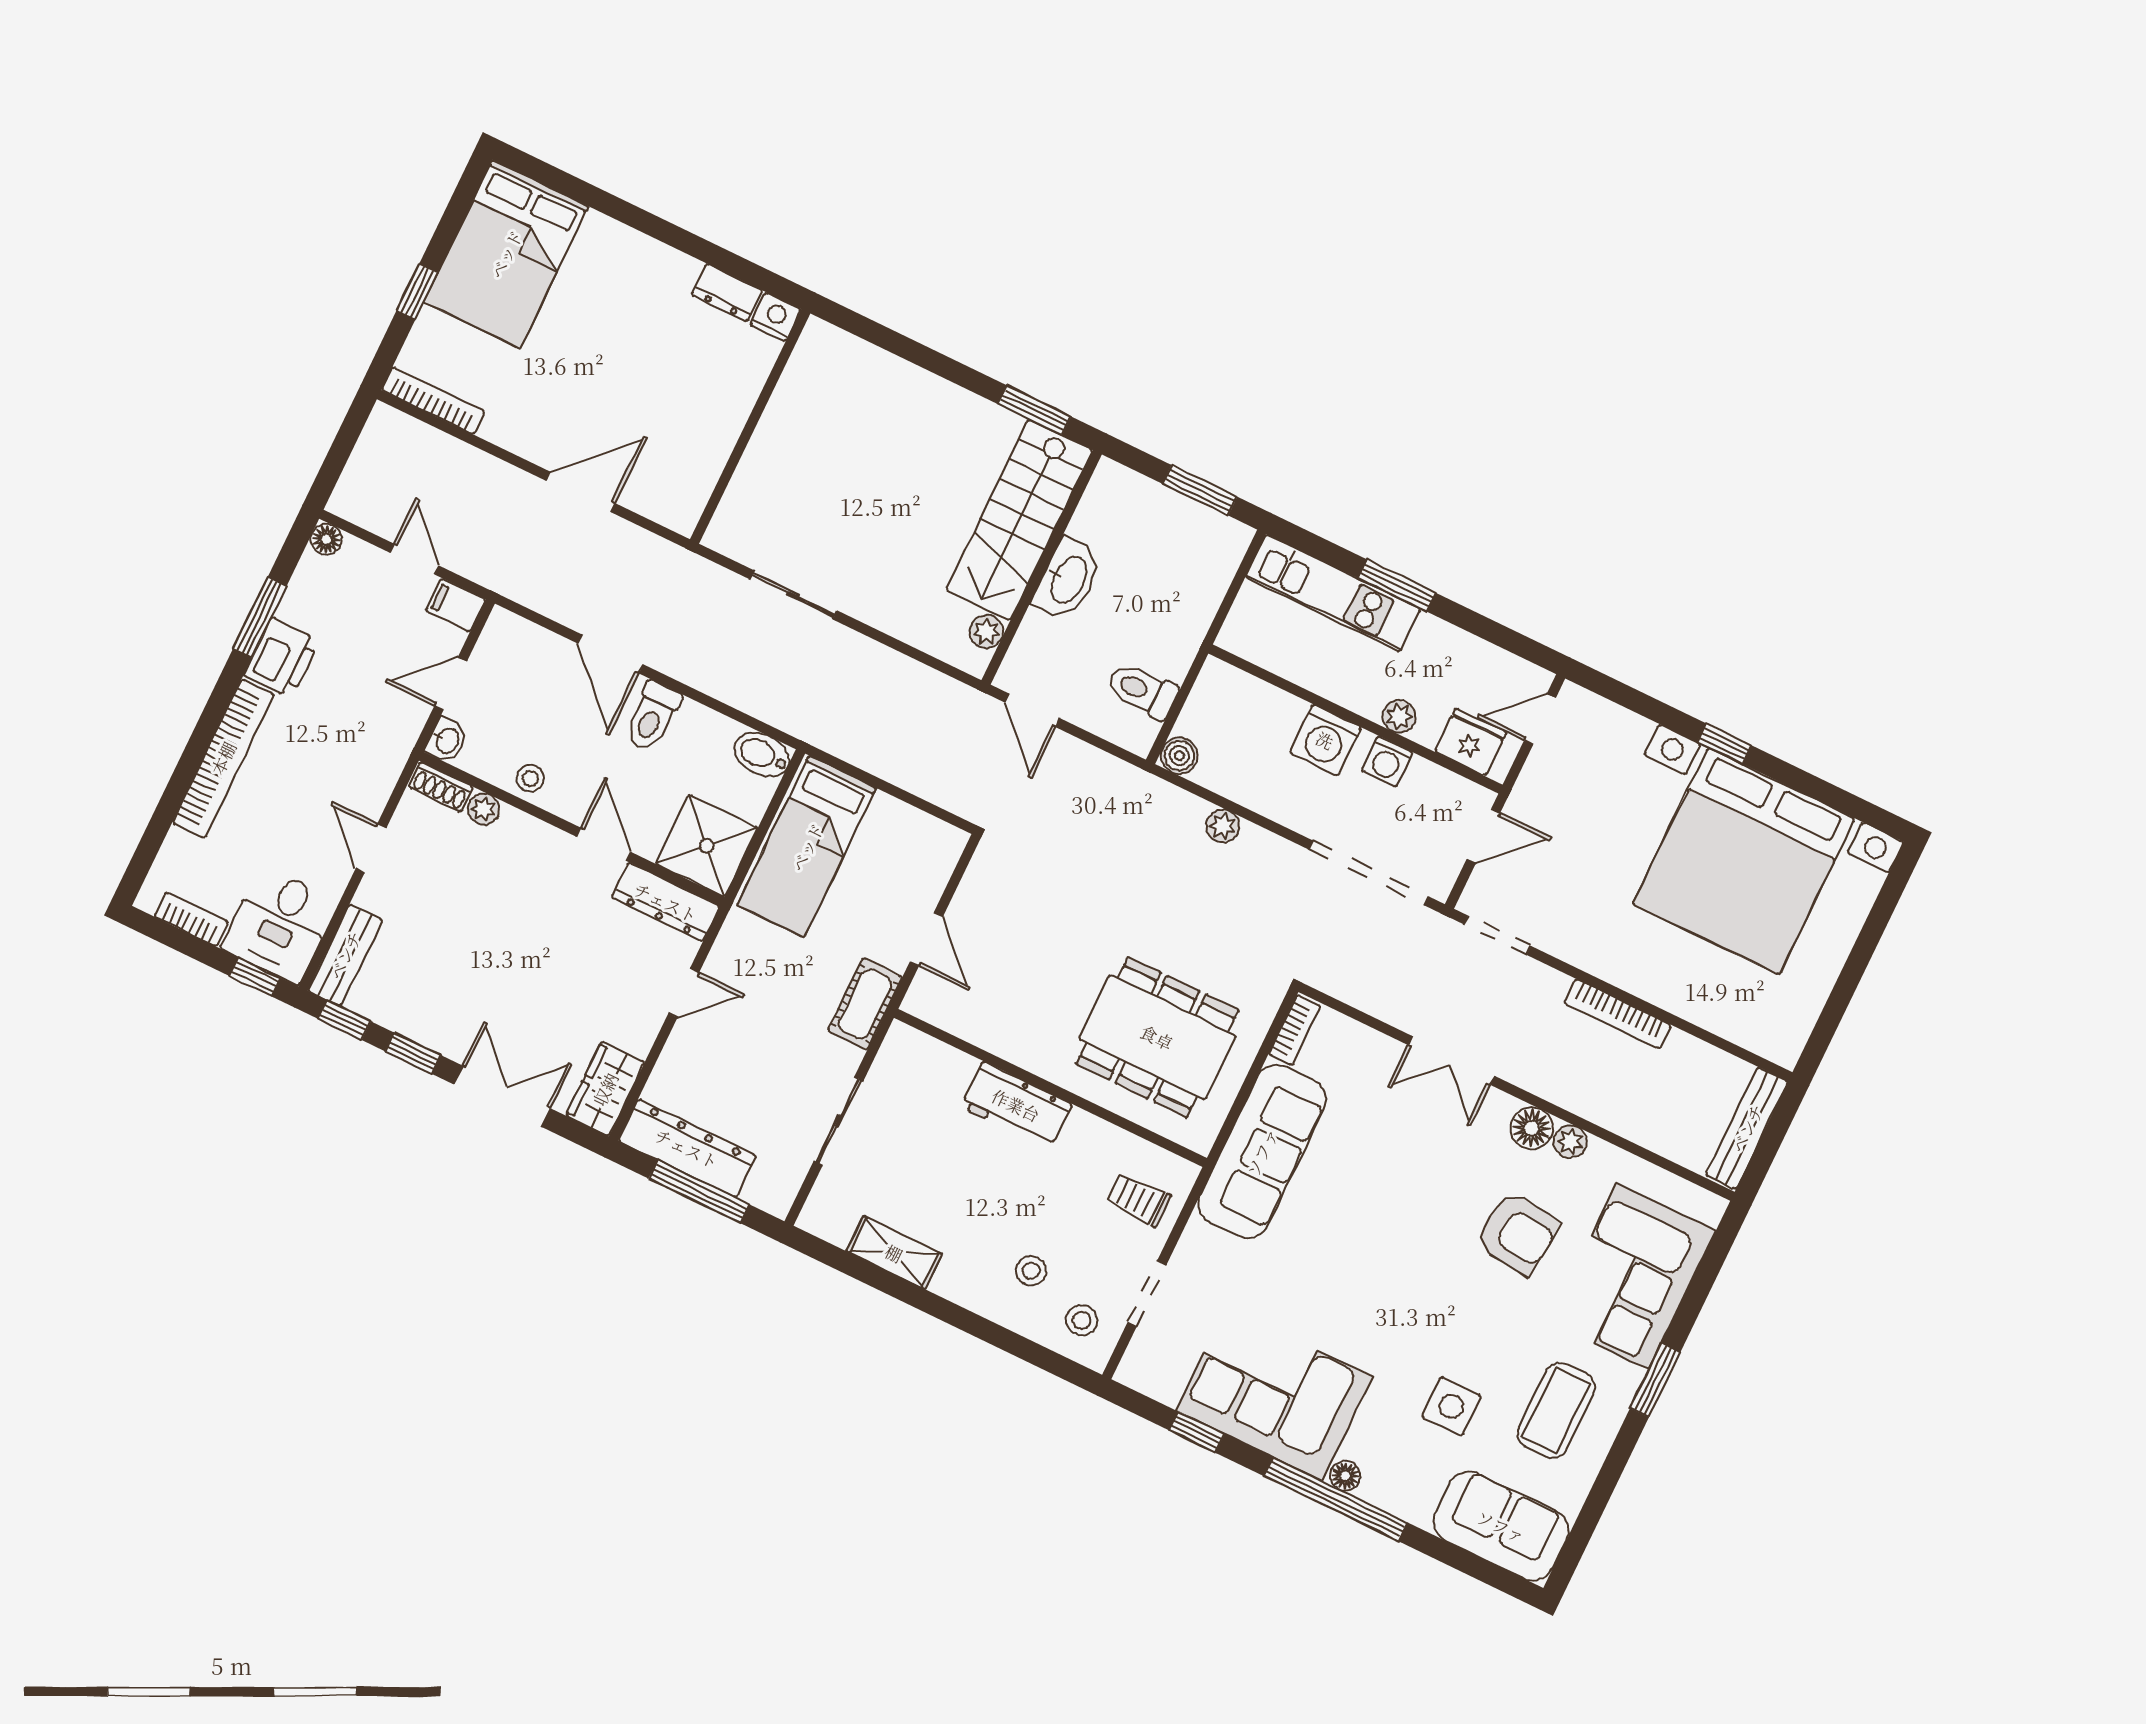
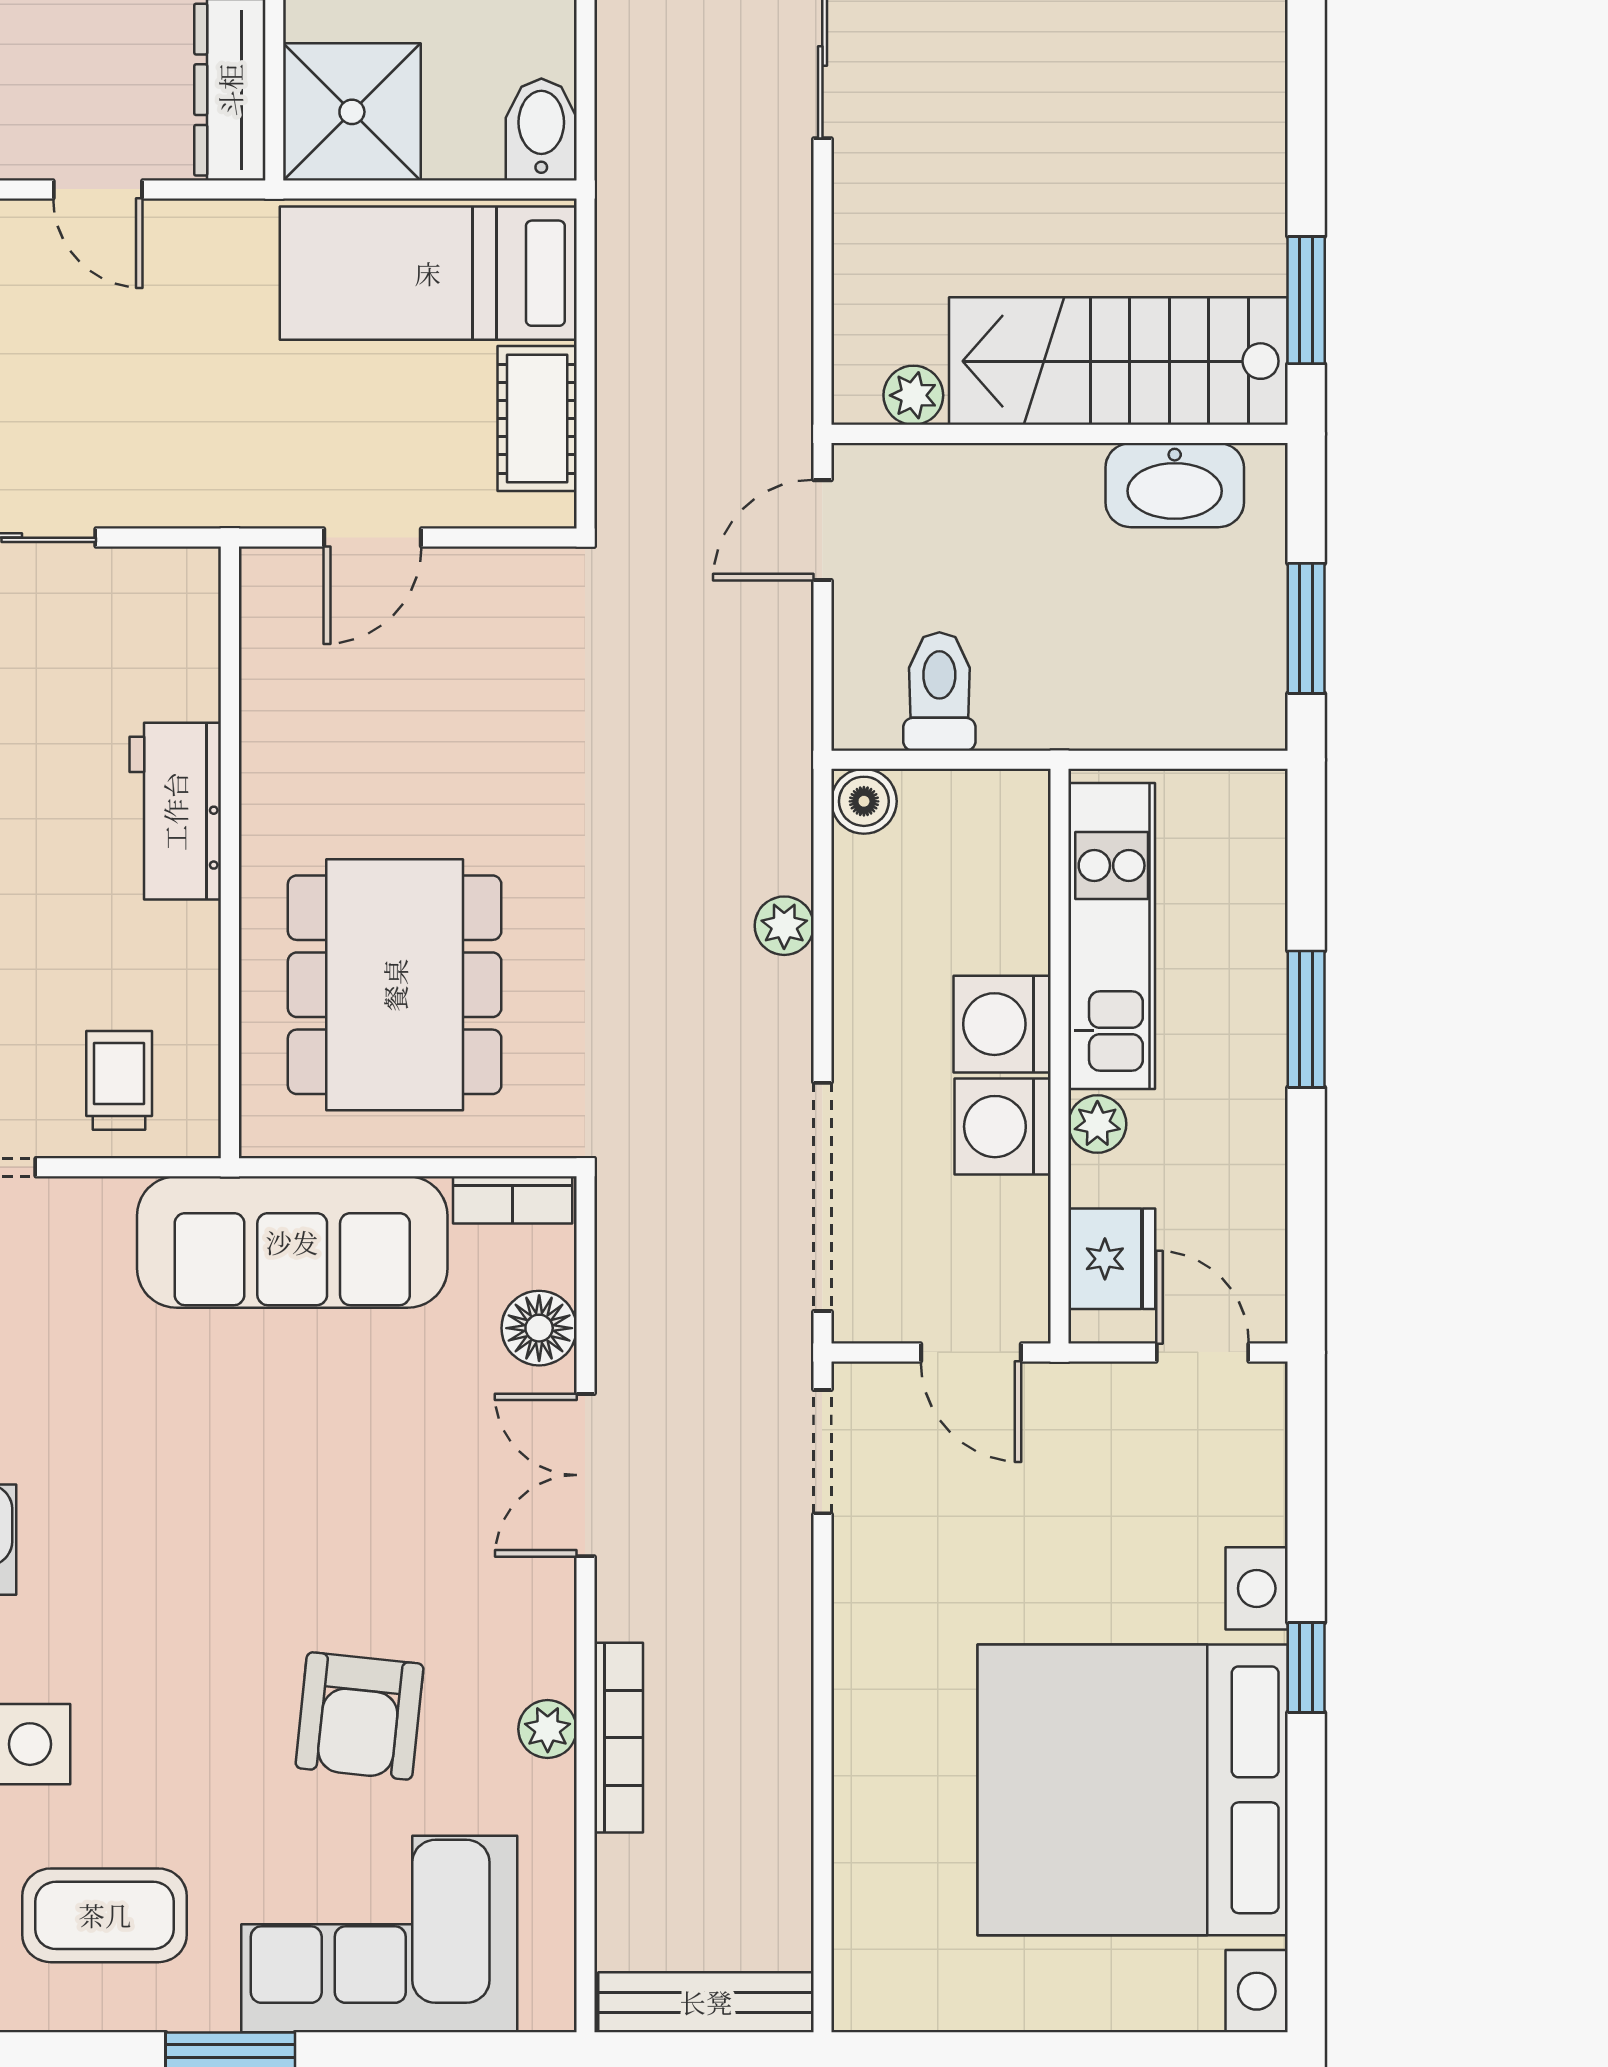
washbasin: (1068, 579) -> (1175, 485), moved
kitchen unit: (1333, 593) -> (1112, 936), moved, turned 180
washing machine: (1387, 762) -> (1003, 1127), width x1.38, depth x1.38
cot: (865, 1004) -> (537, 419), moved, turned 90
bookcase: (1618, 1014) -> (619, 1738), moved, turned 180
floor lamp: (1532, 1128) -> (539, 1328), moved

